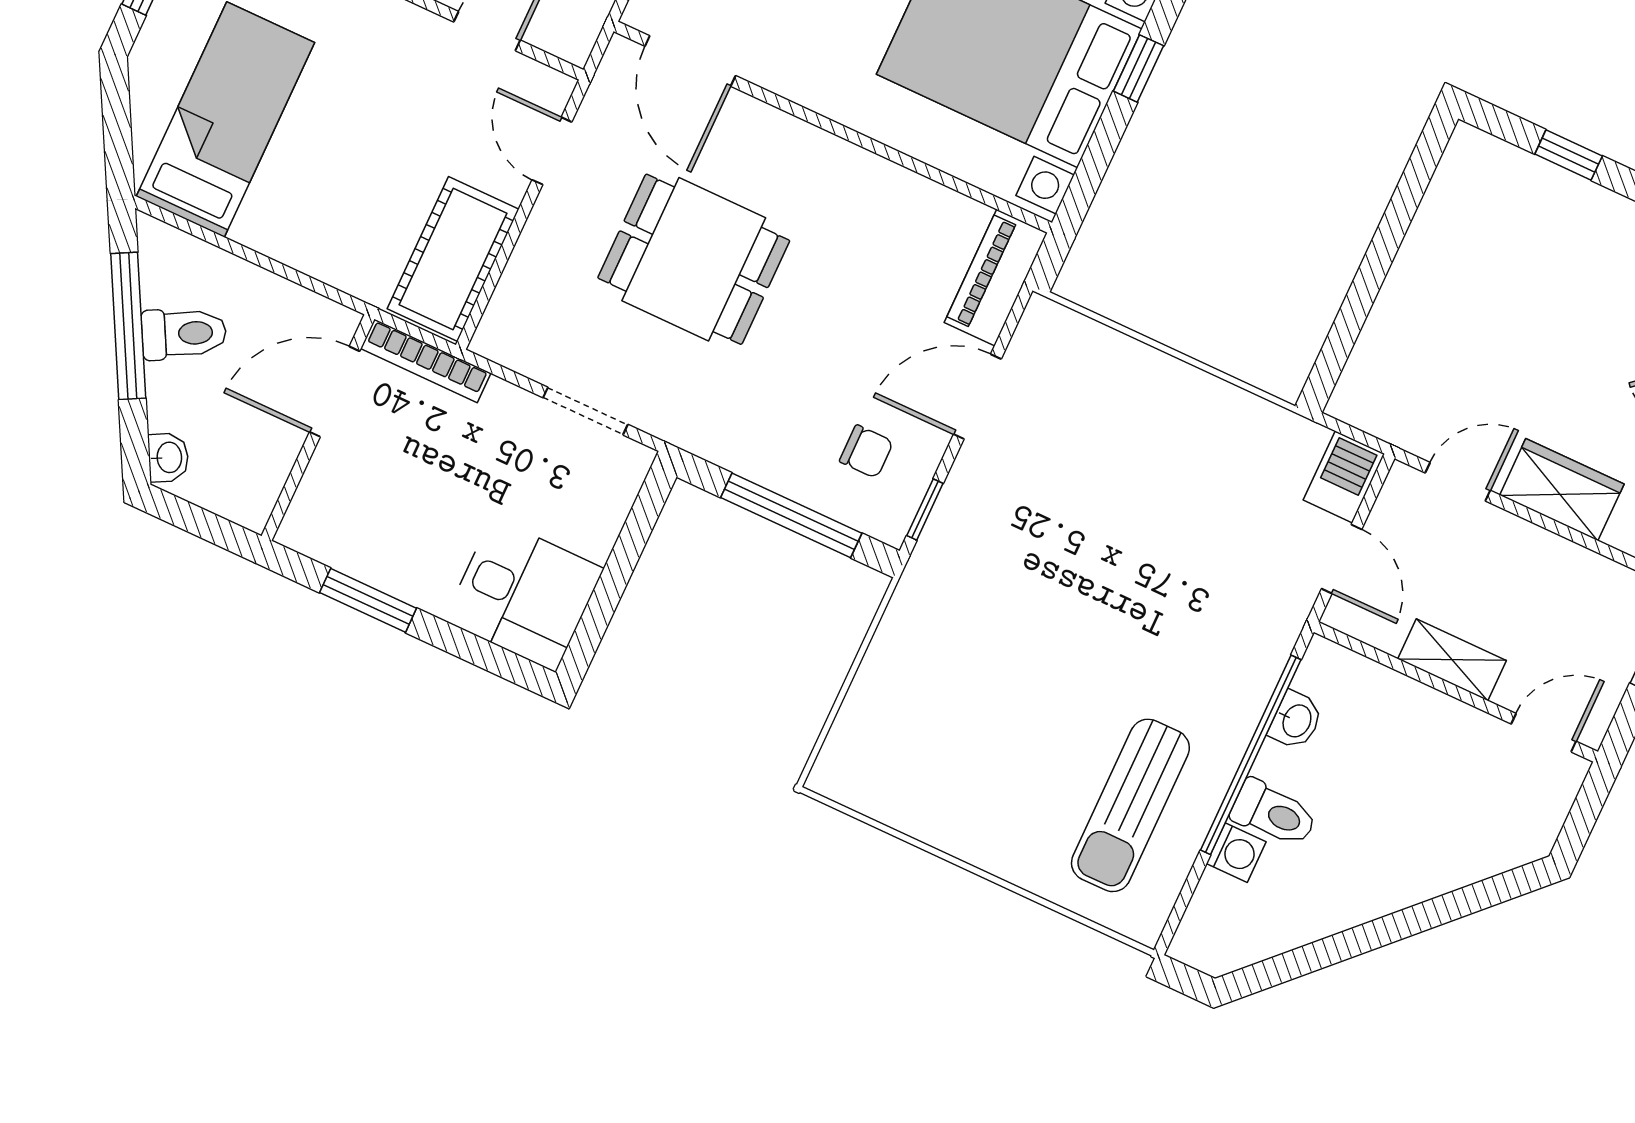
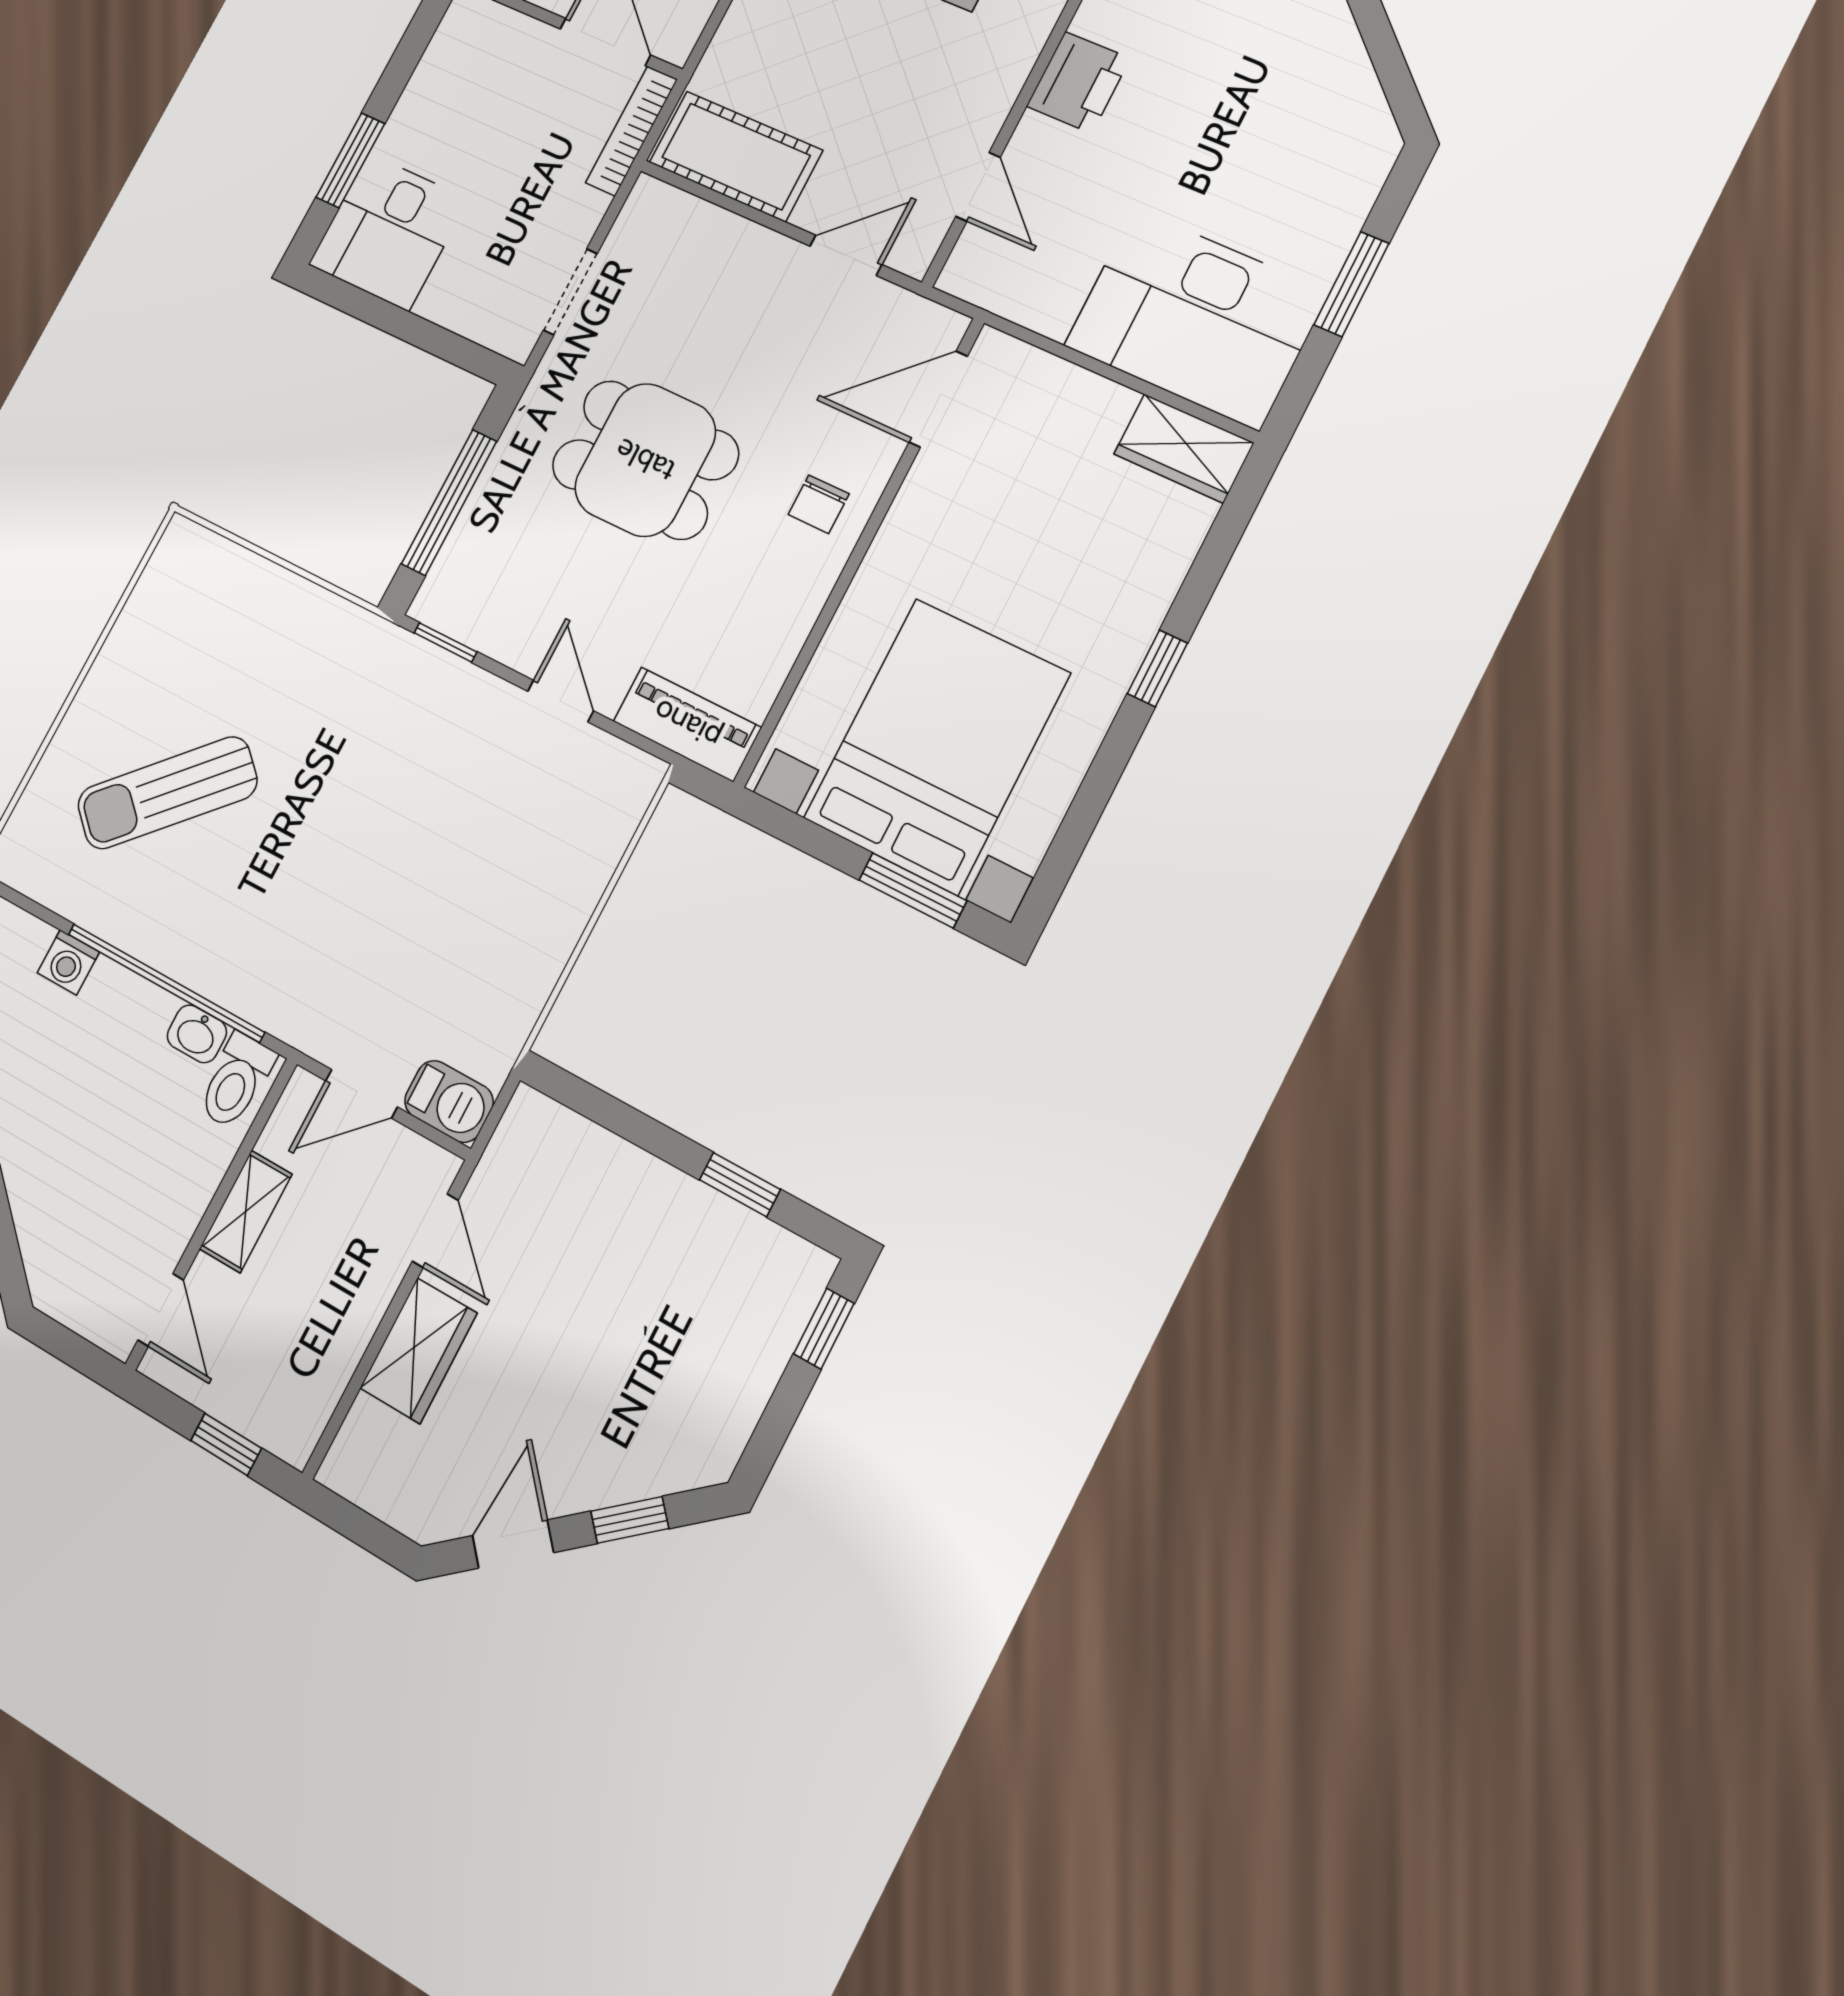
window: (1138, 68) -> (913, 890), width x1.50
window: (1569, 155) -> (824, 1329), moved
window: (1401, 210) -> (740, 1185), added
dining table: (694, 259) -> (645, 460), moved, turned 90
door: (977, 397) -> (561, 701), width x0.73
chair: (866, 452) -> (819, 504), moved
window: (368, 600) -> (350, 160), moved
sun lounger: (1130, 805) -> (167, 793), moved, turned -46
toilet: (1274, 813) -> (236, 1081), moved

